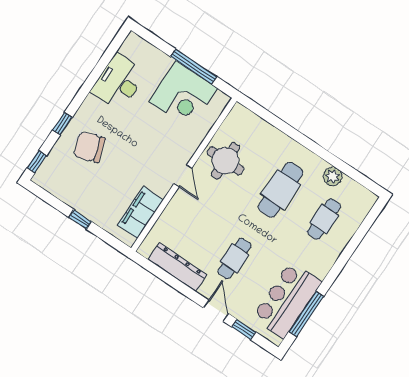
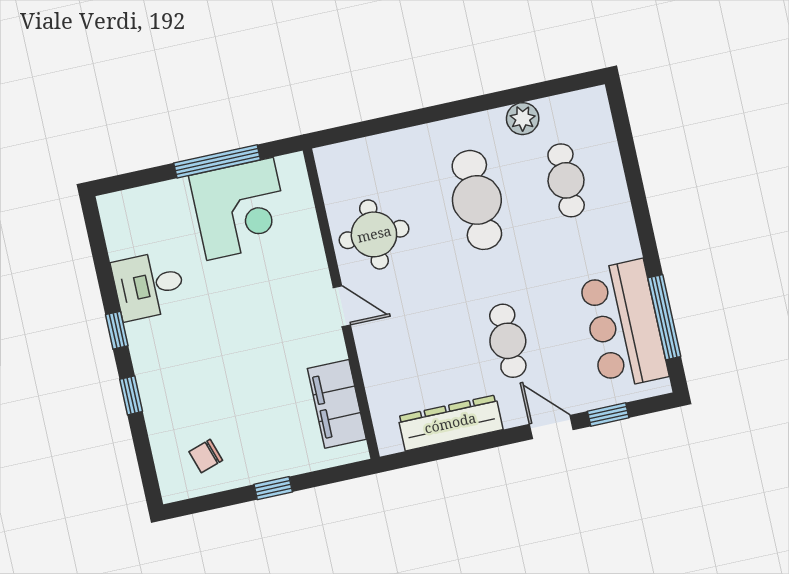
desk: (119, 82) -> (149, 286), width x0.73
chair: (89, 147) -> (206, 456), moved, width x0.54, depth x0.54
window: (37, 162) -> (117, 330), moved

